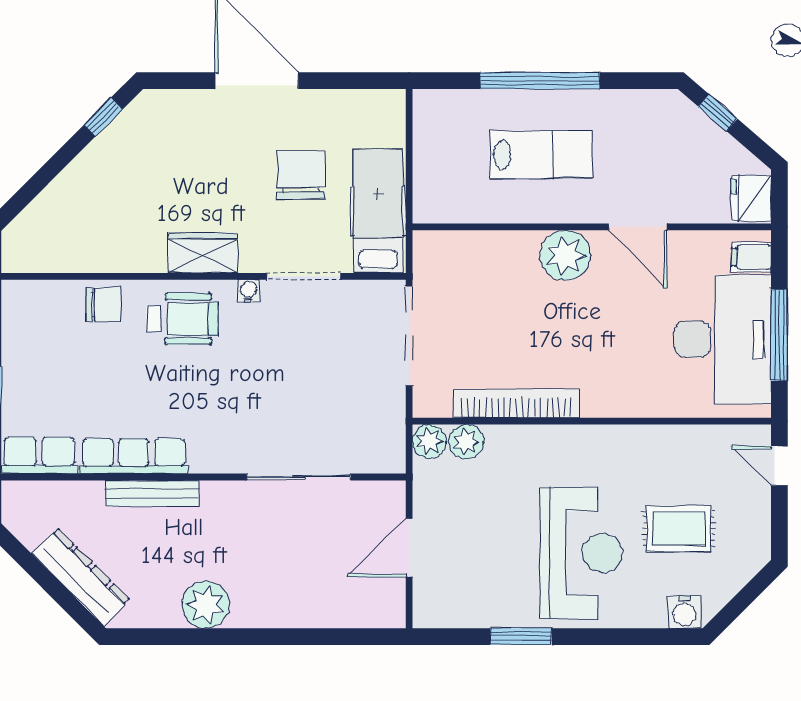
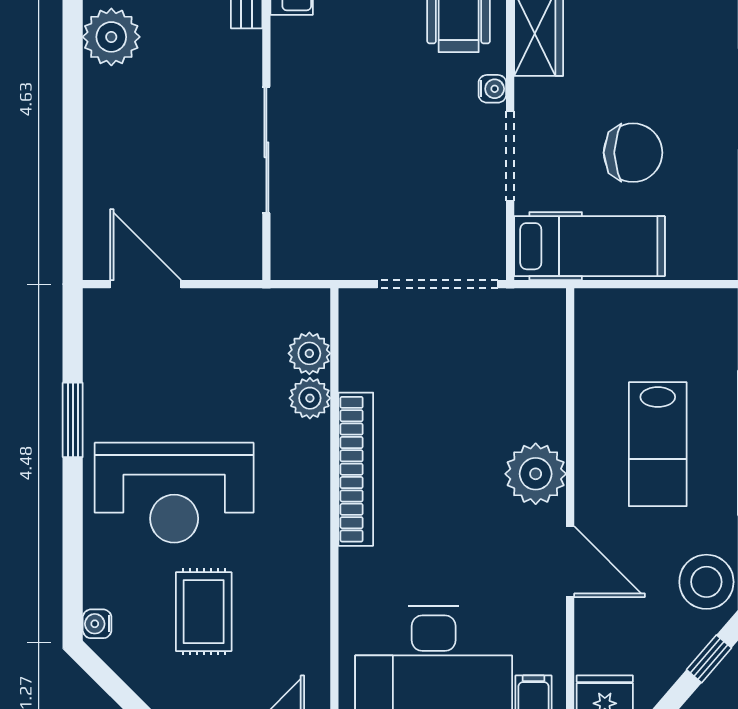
stool: (654, 115) -> (706, 582), added
door: (638, 227) -> (570, 562), swing flipped
bookcase: (517, 403) -> (356, 469), moved
plant: (429, 441) -> (310, 398), moved
door: (409, 548) -> (146, 284), moved
water cooler: (684, 612) -> (97, 624), width x0.72, depth x0.72

